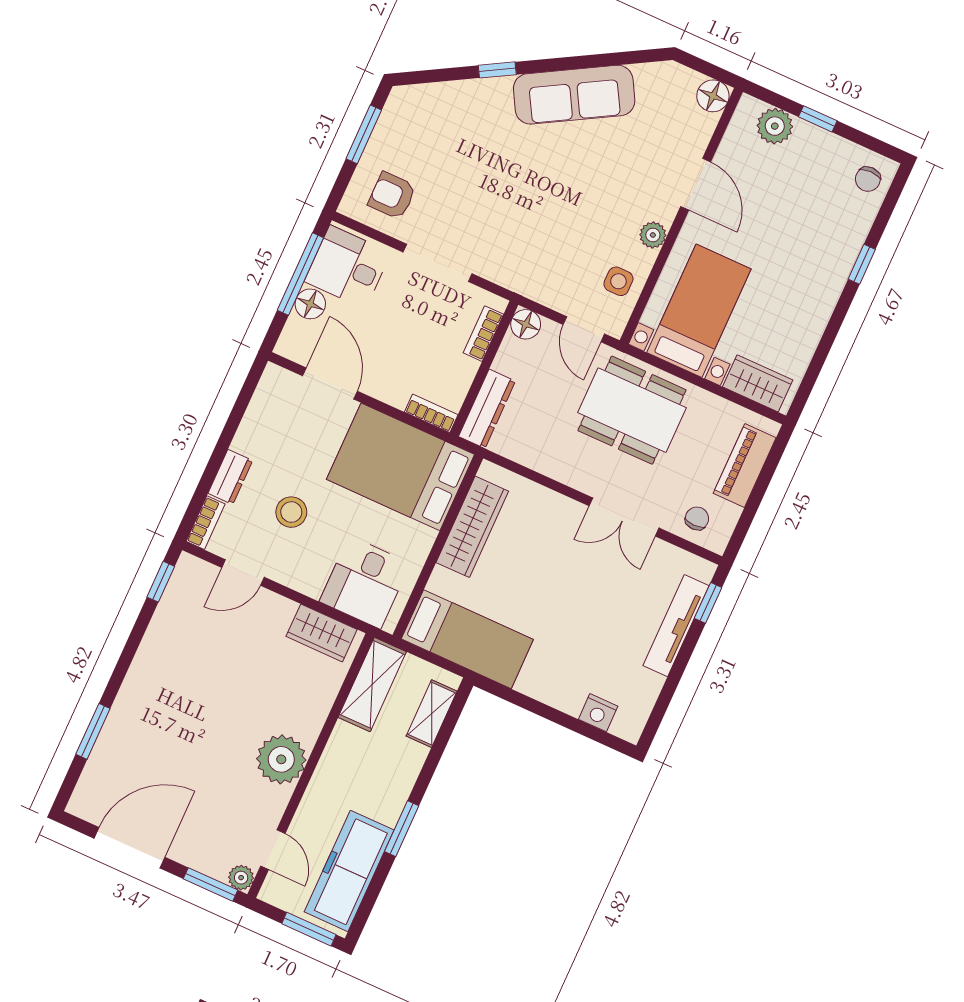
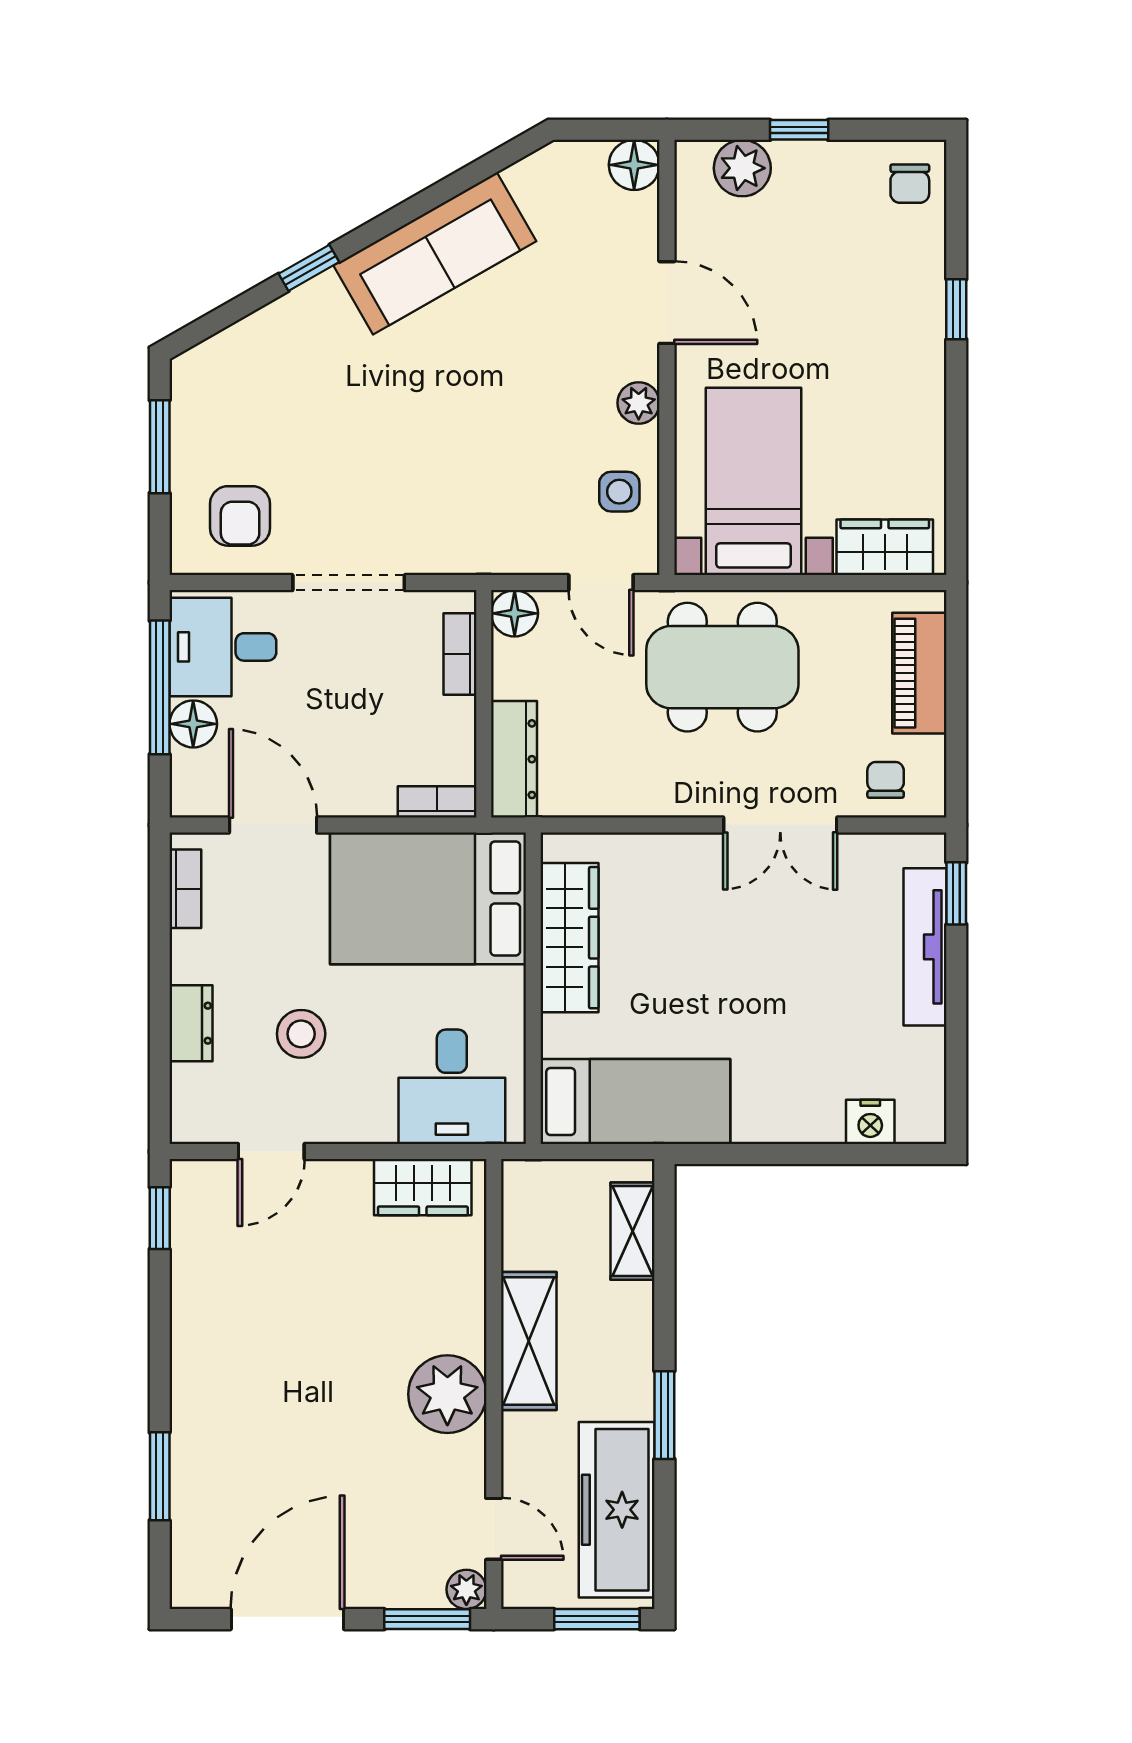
armchair: (392, 196) -> (240, 516), turned -90
bookcase: (206, 523) -> (185, 889), moved
shelving: (372, 685) -> (529, 1341), moved

